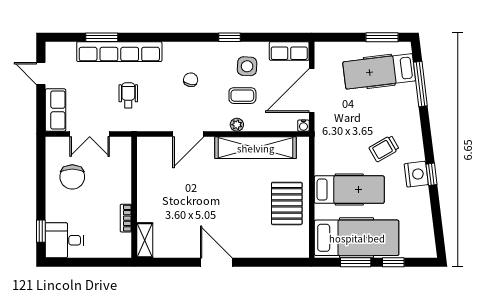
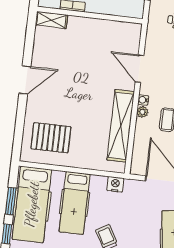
water cooler: (303, 126) -> (143, 100), moved
nightstand: (323, 146) -> (115, 184), added
pallet: (287, 203) -> (51, 138), moved

